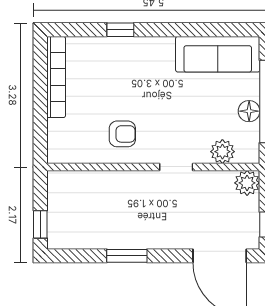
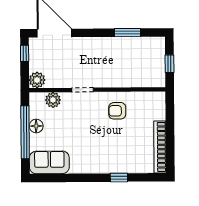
sofa: (218, 54) -> (49, 162), width x0.73
window: (40, 224) -> (170, 64), moved
window: (127, 256) -> (128, 33), moved

